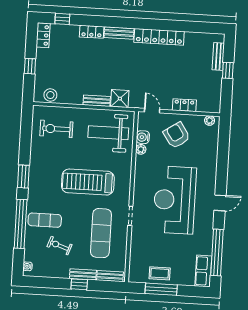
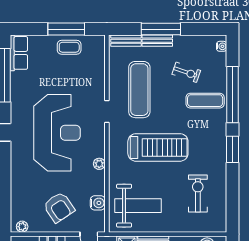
exercise bike: (56, 129) -> (198, 193), moved, turned -90
plant: (141, 149) -> (99, 164), moved
window: (79, 284) -> (161, 29), width x2.17

